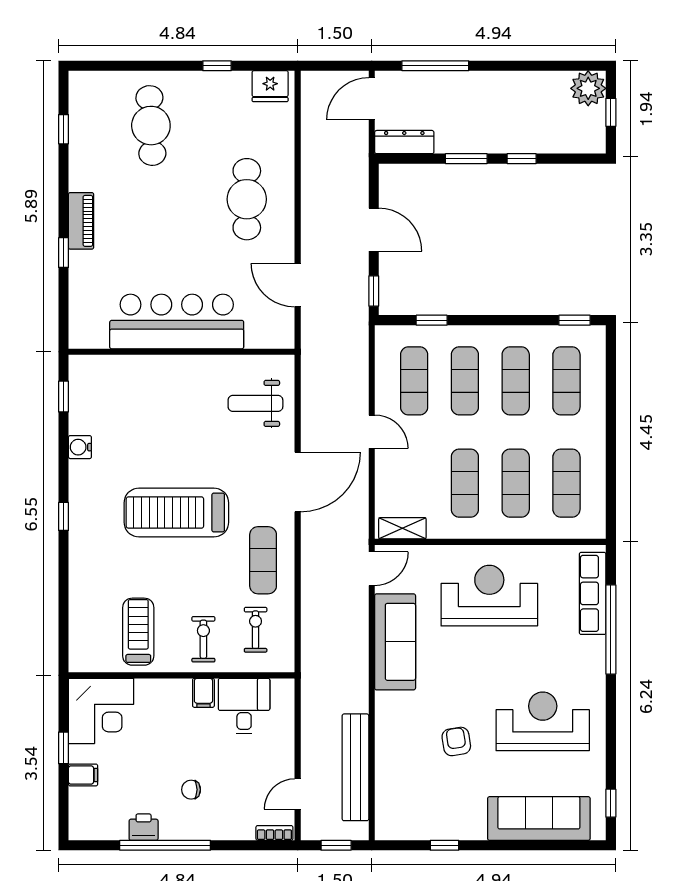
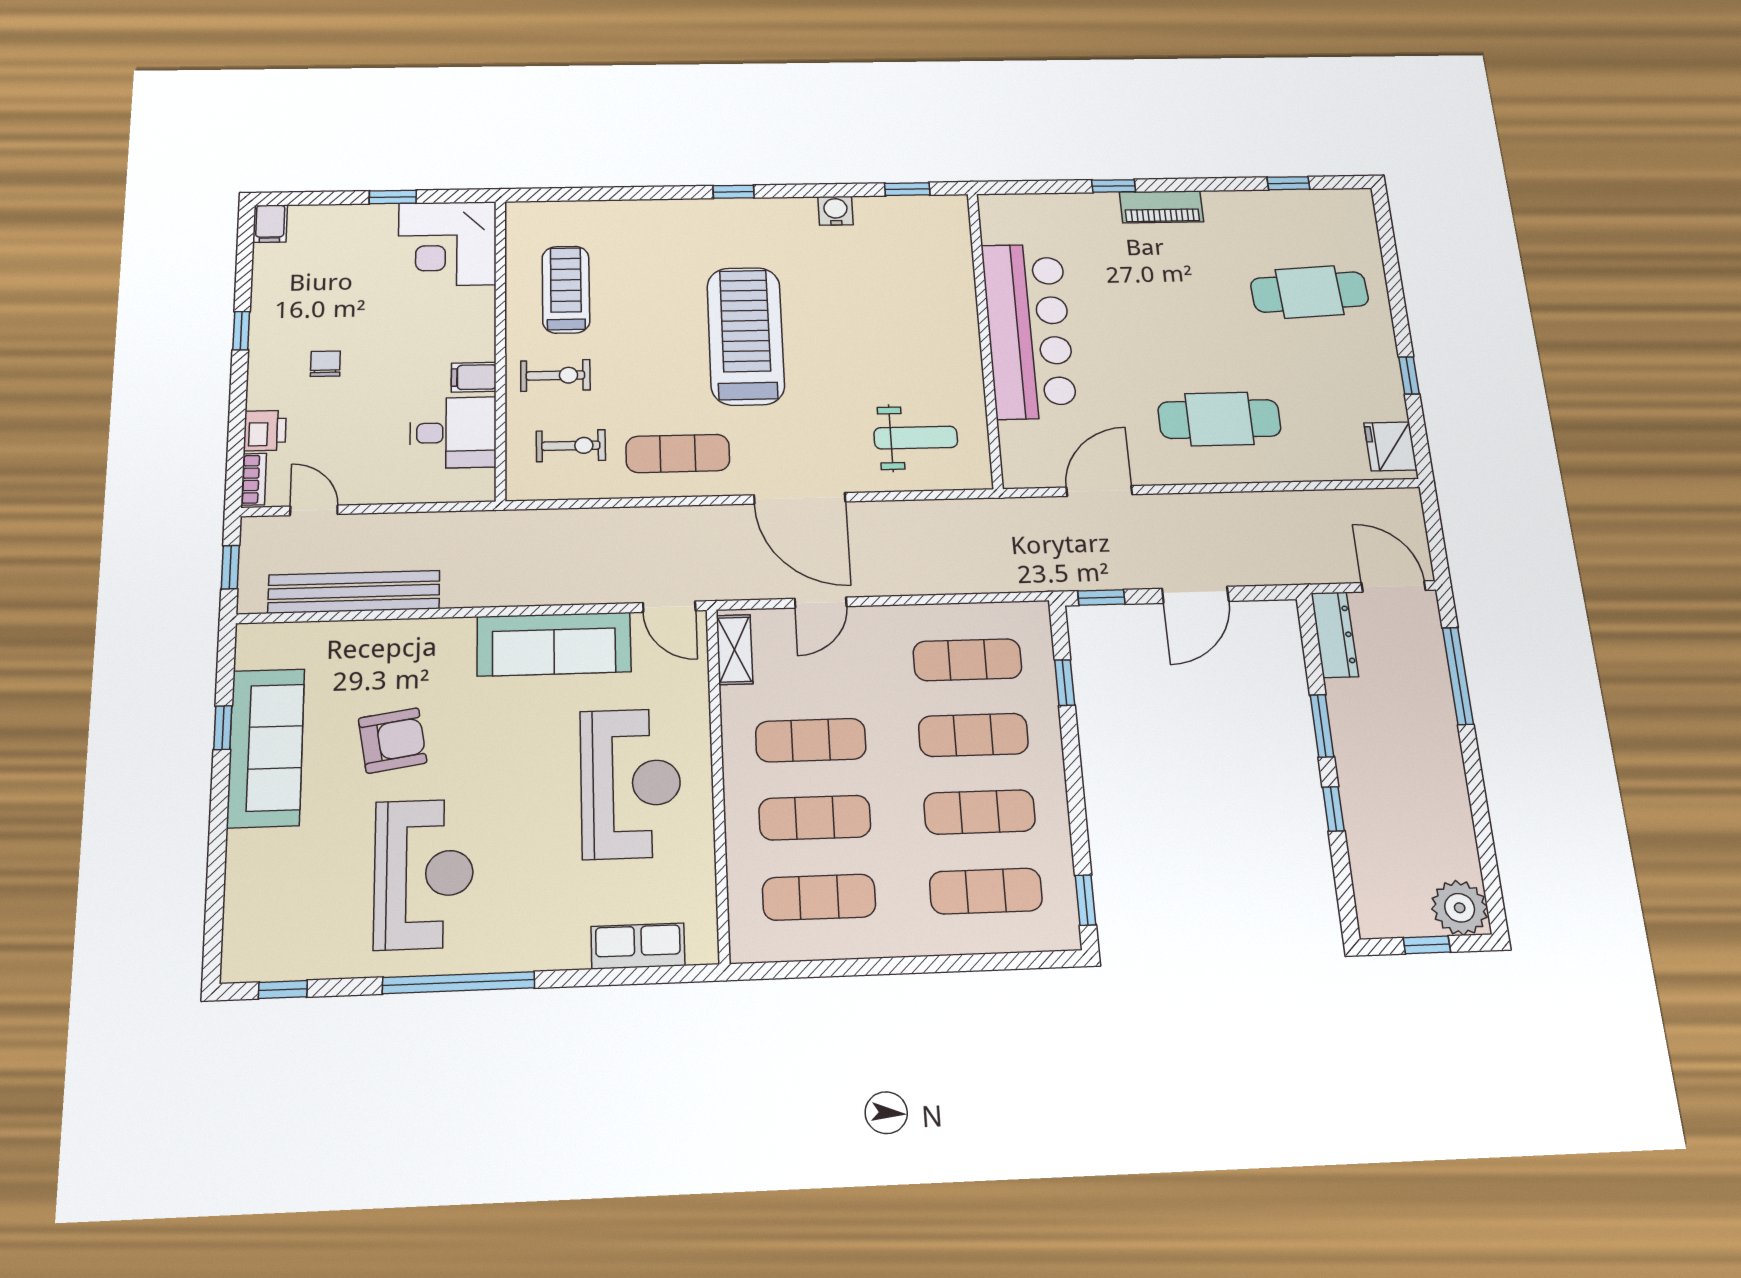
weight bench: (255, 403) -> (916, 438), turned 90
door: (372, 432) -> (821, 603), moved
row of seats: (593, 593) -> (638, 946), width x0.68
window: (611, 629) -> (459, 983), moved
treadmill: (138, 632) -> (566, 290), turned -90
armchair: (456, 741) -> (393, 740), width x1.38, depth x1.38
filing cabinet: (83, 775) -> (270, 224), moved
sofa: (539, 819) -> (266, 748), moved
printer: (144, 827) -> (265, 431), moved
window: (165, 845) -> (241, 331), width x0.32

